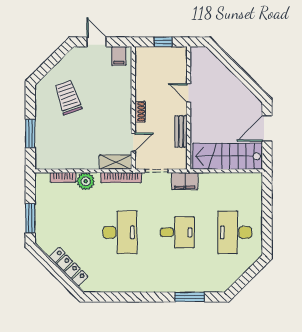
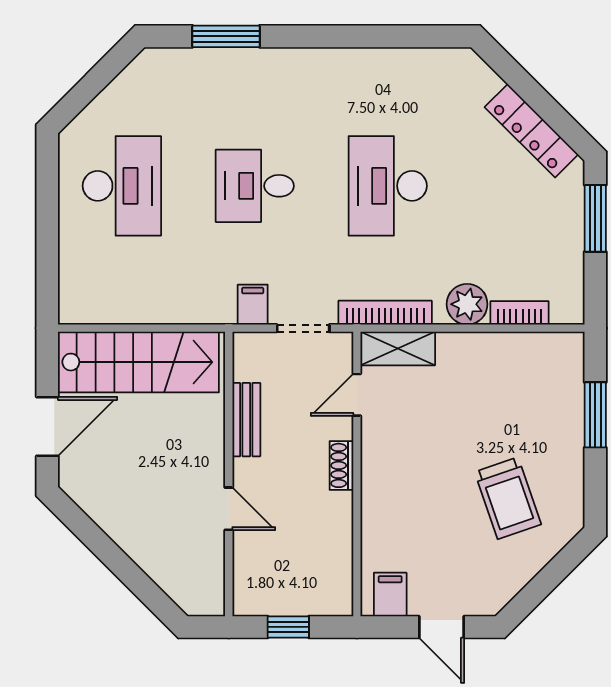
filing cabinet: (185, 181) -> (253, 305), width x0.50
locker: (68, 267) -> (531, 131), moved

